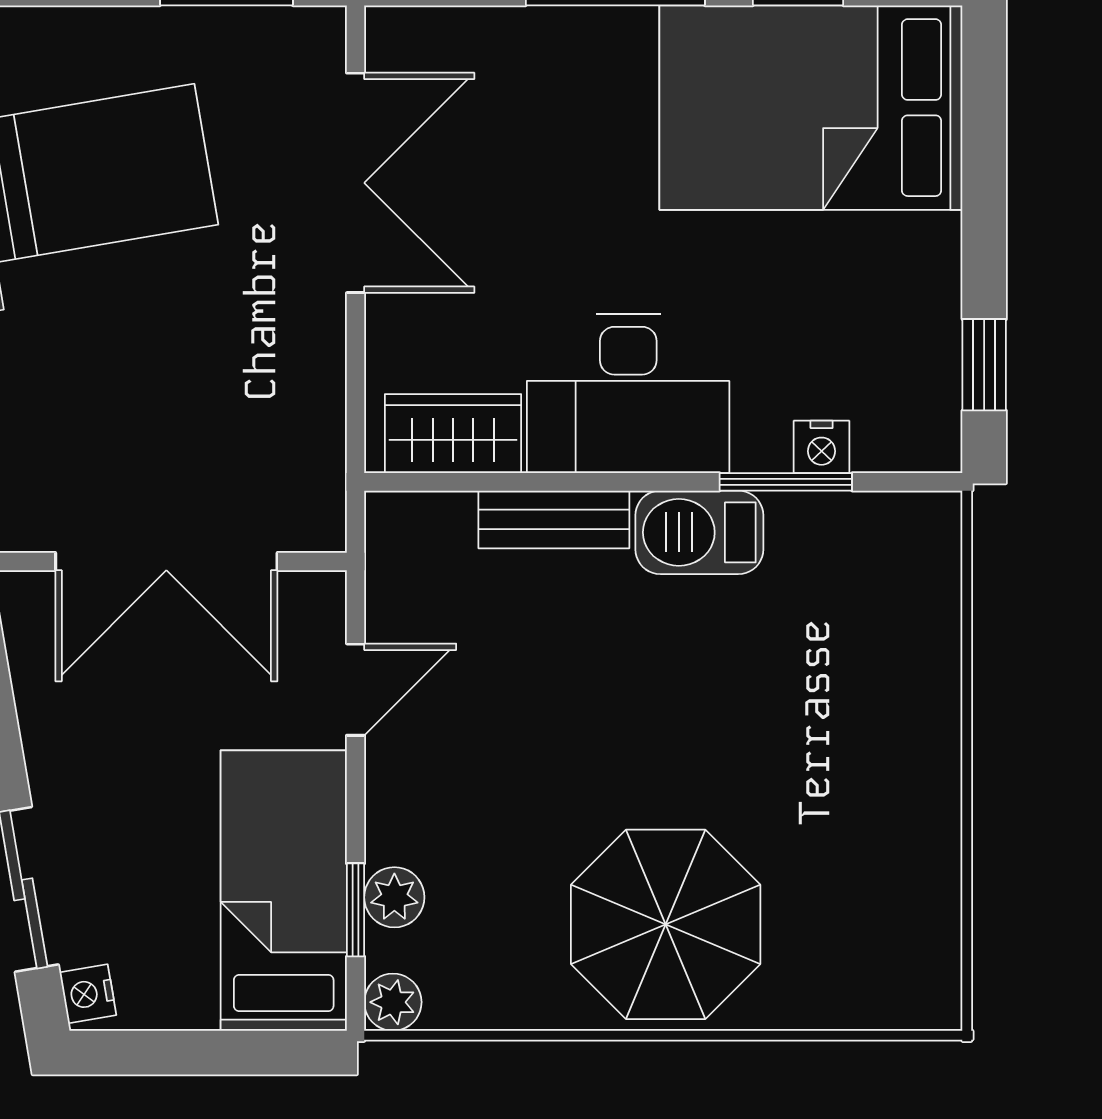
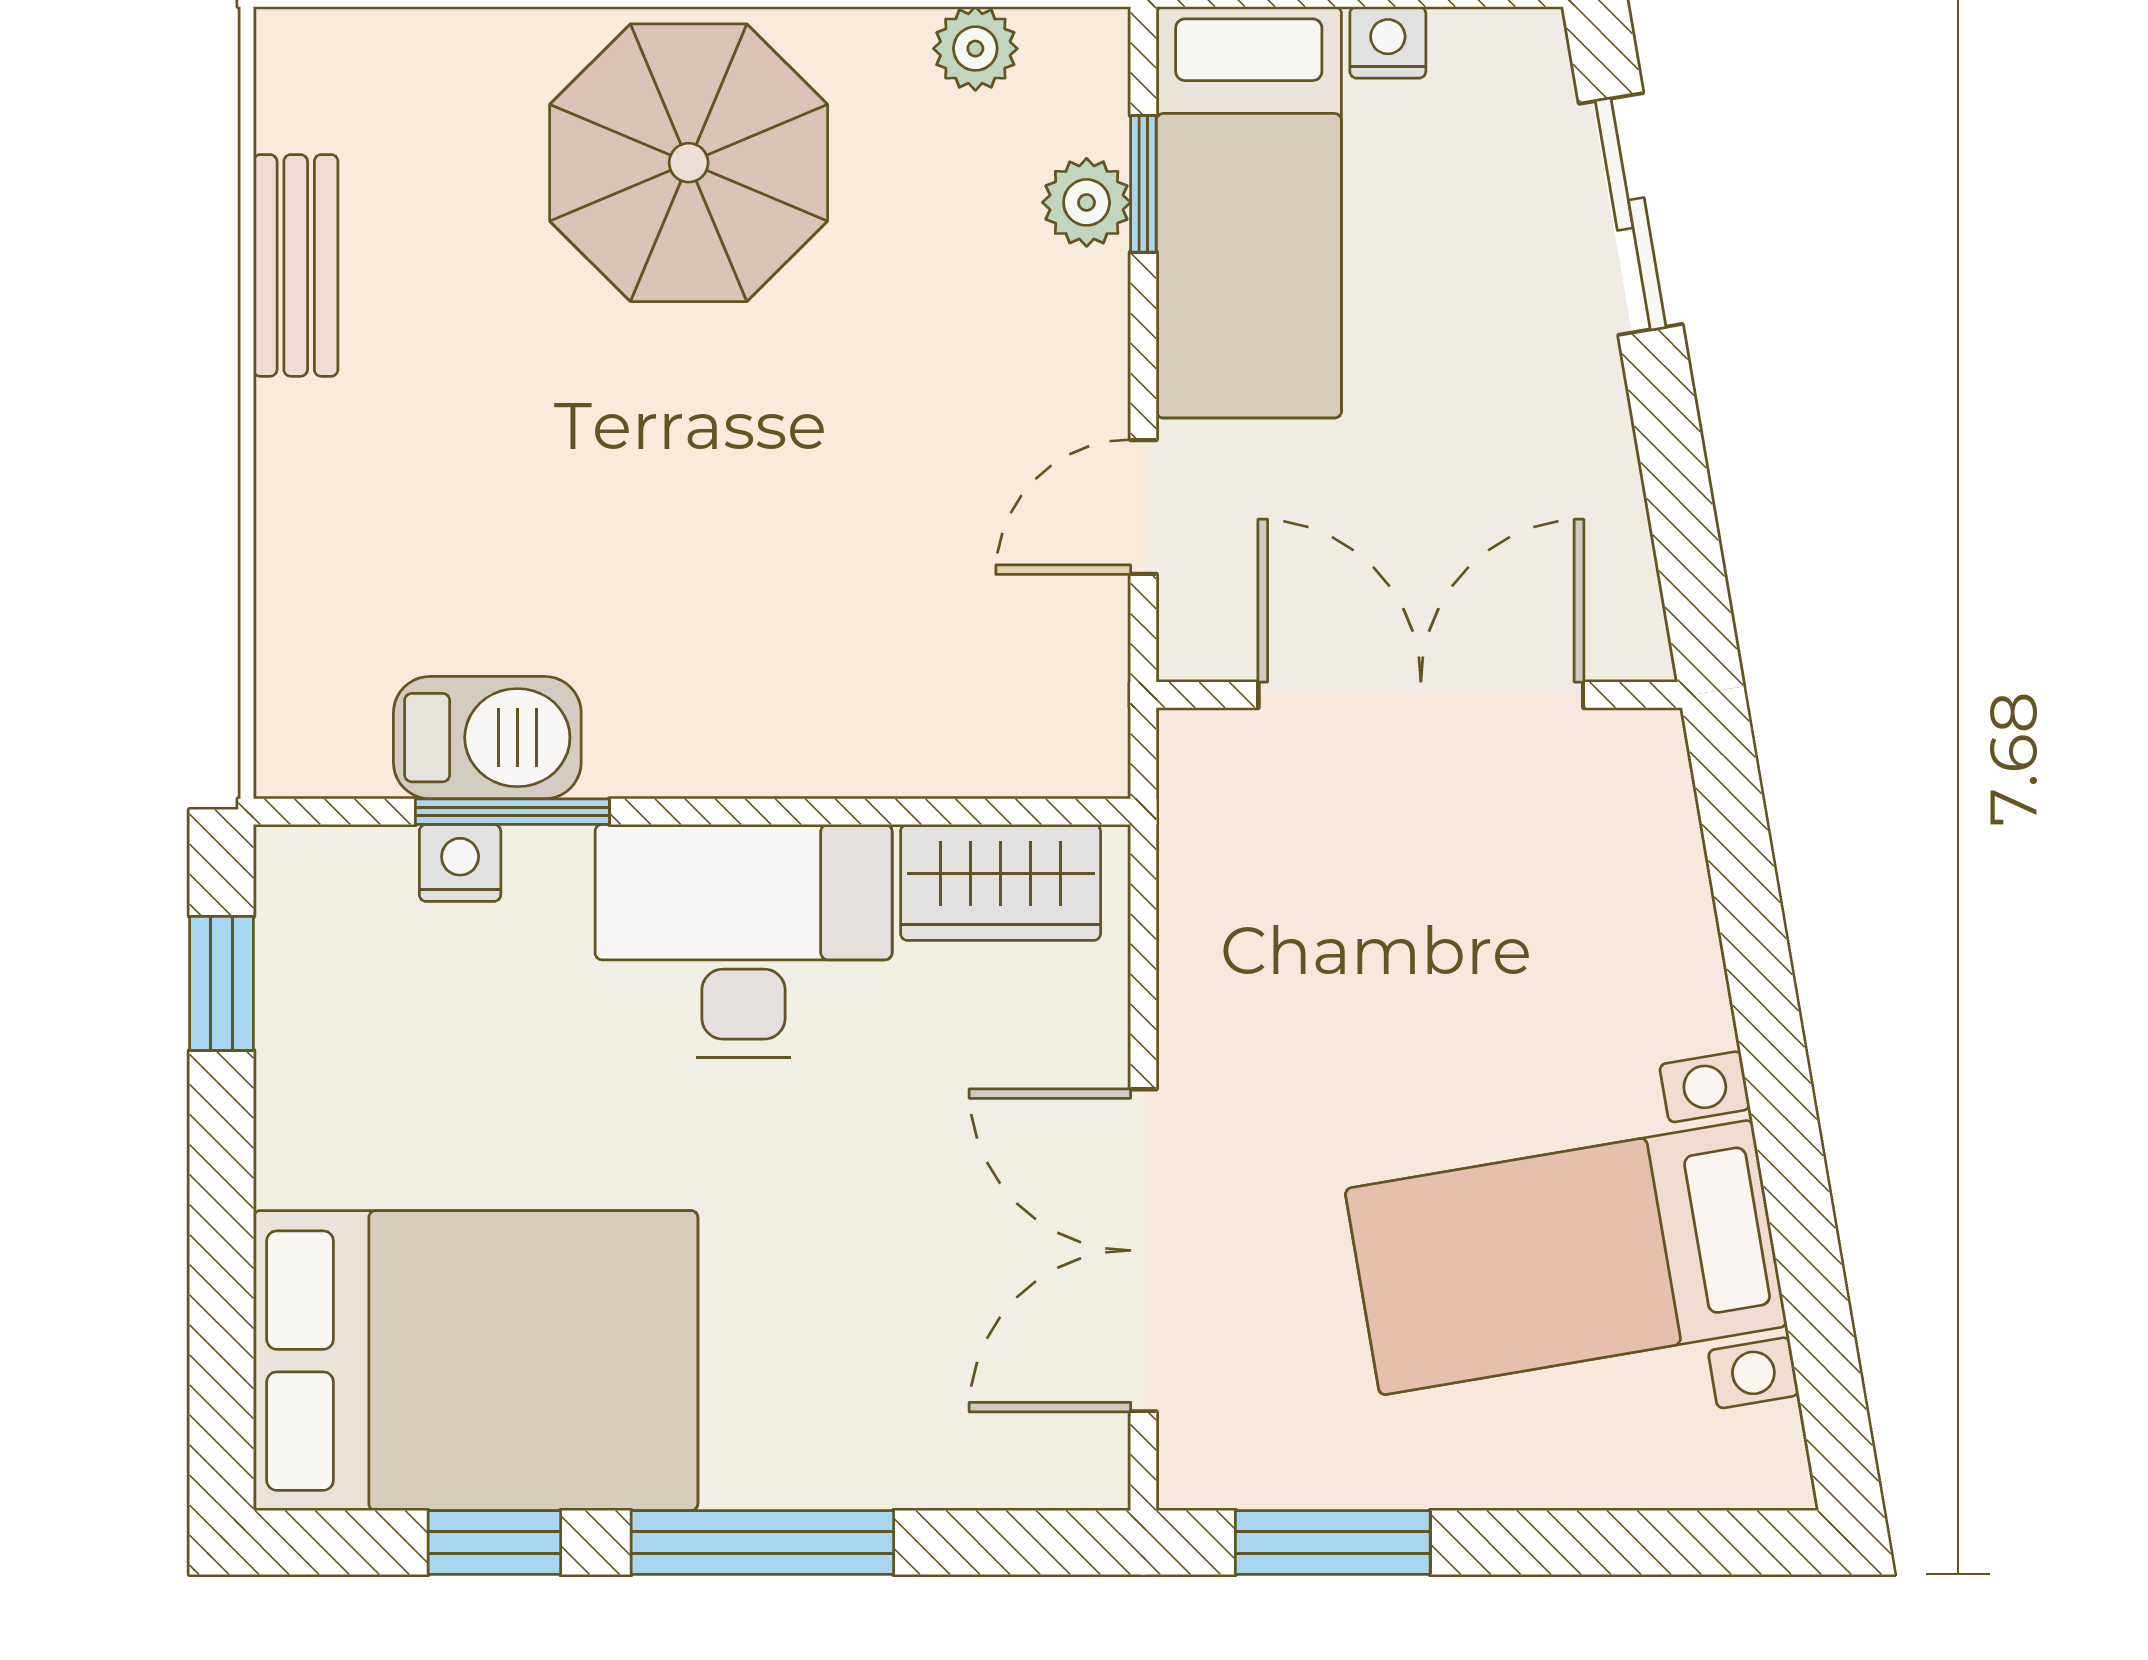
bench: (554, 519) -> (296, 265), moved, turned 90
barbecue: (699, 532) -> (487, 738), moved
nightstand: (88, 994) -> (1388, 42), moved, turned -80
plant: (393, 1002) -> (975, 49), moved

